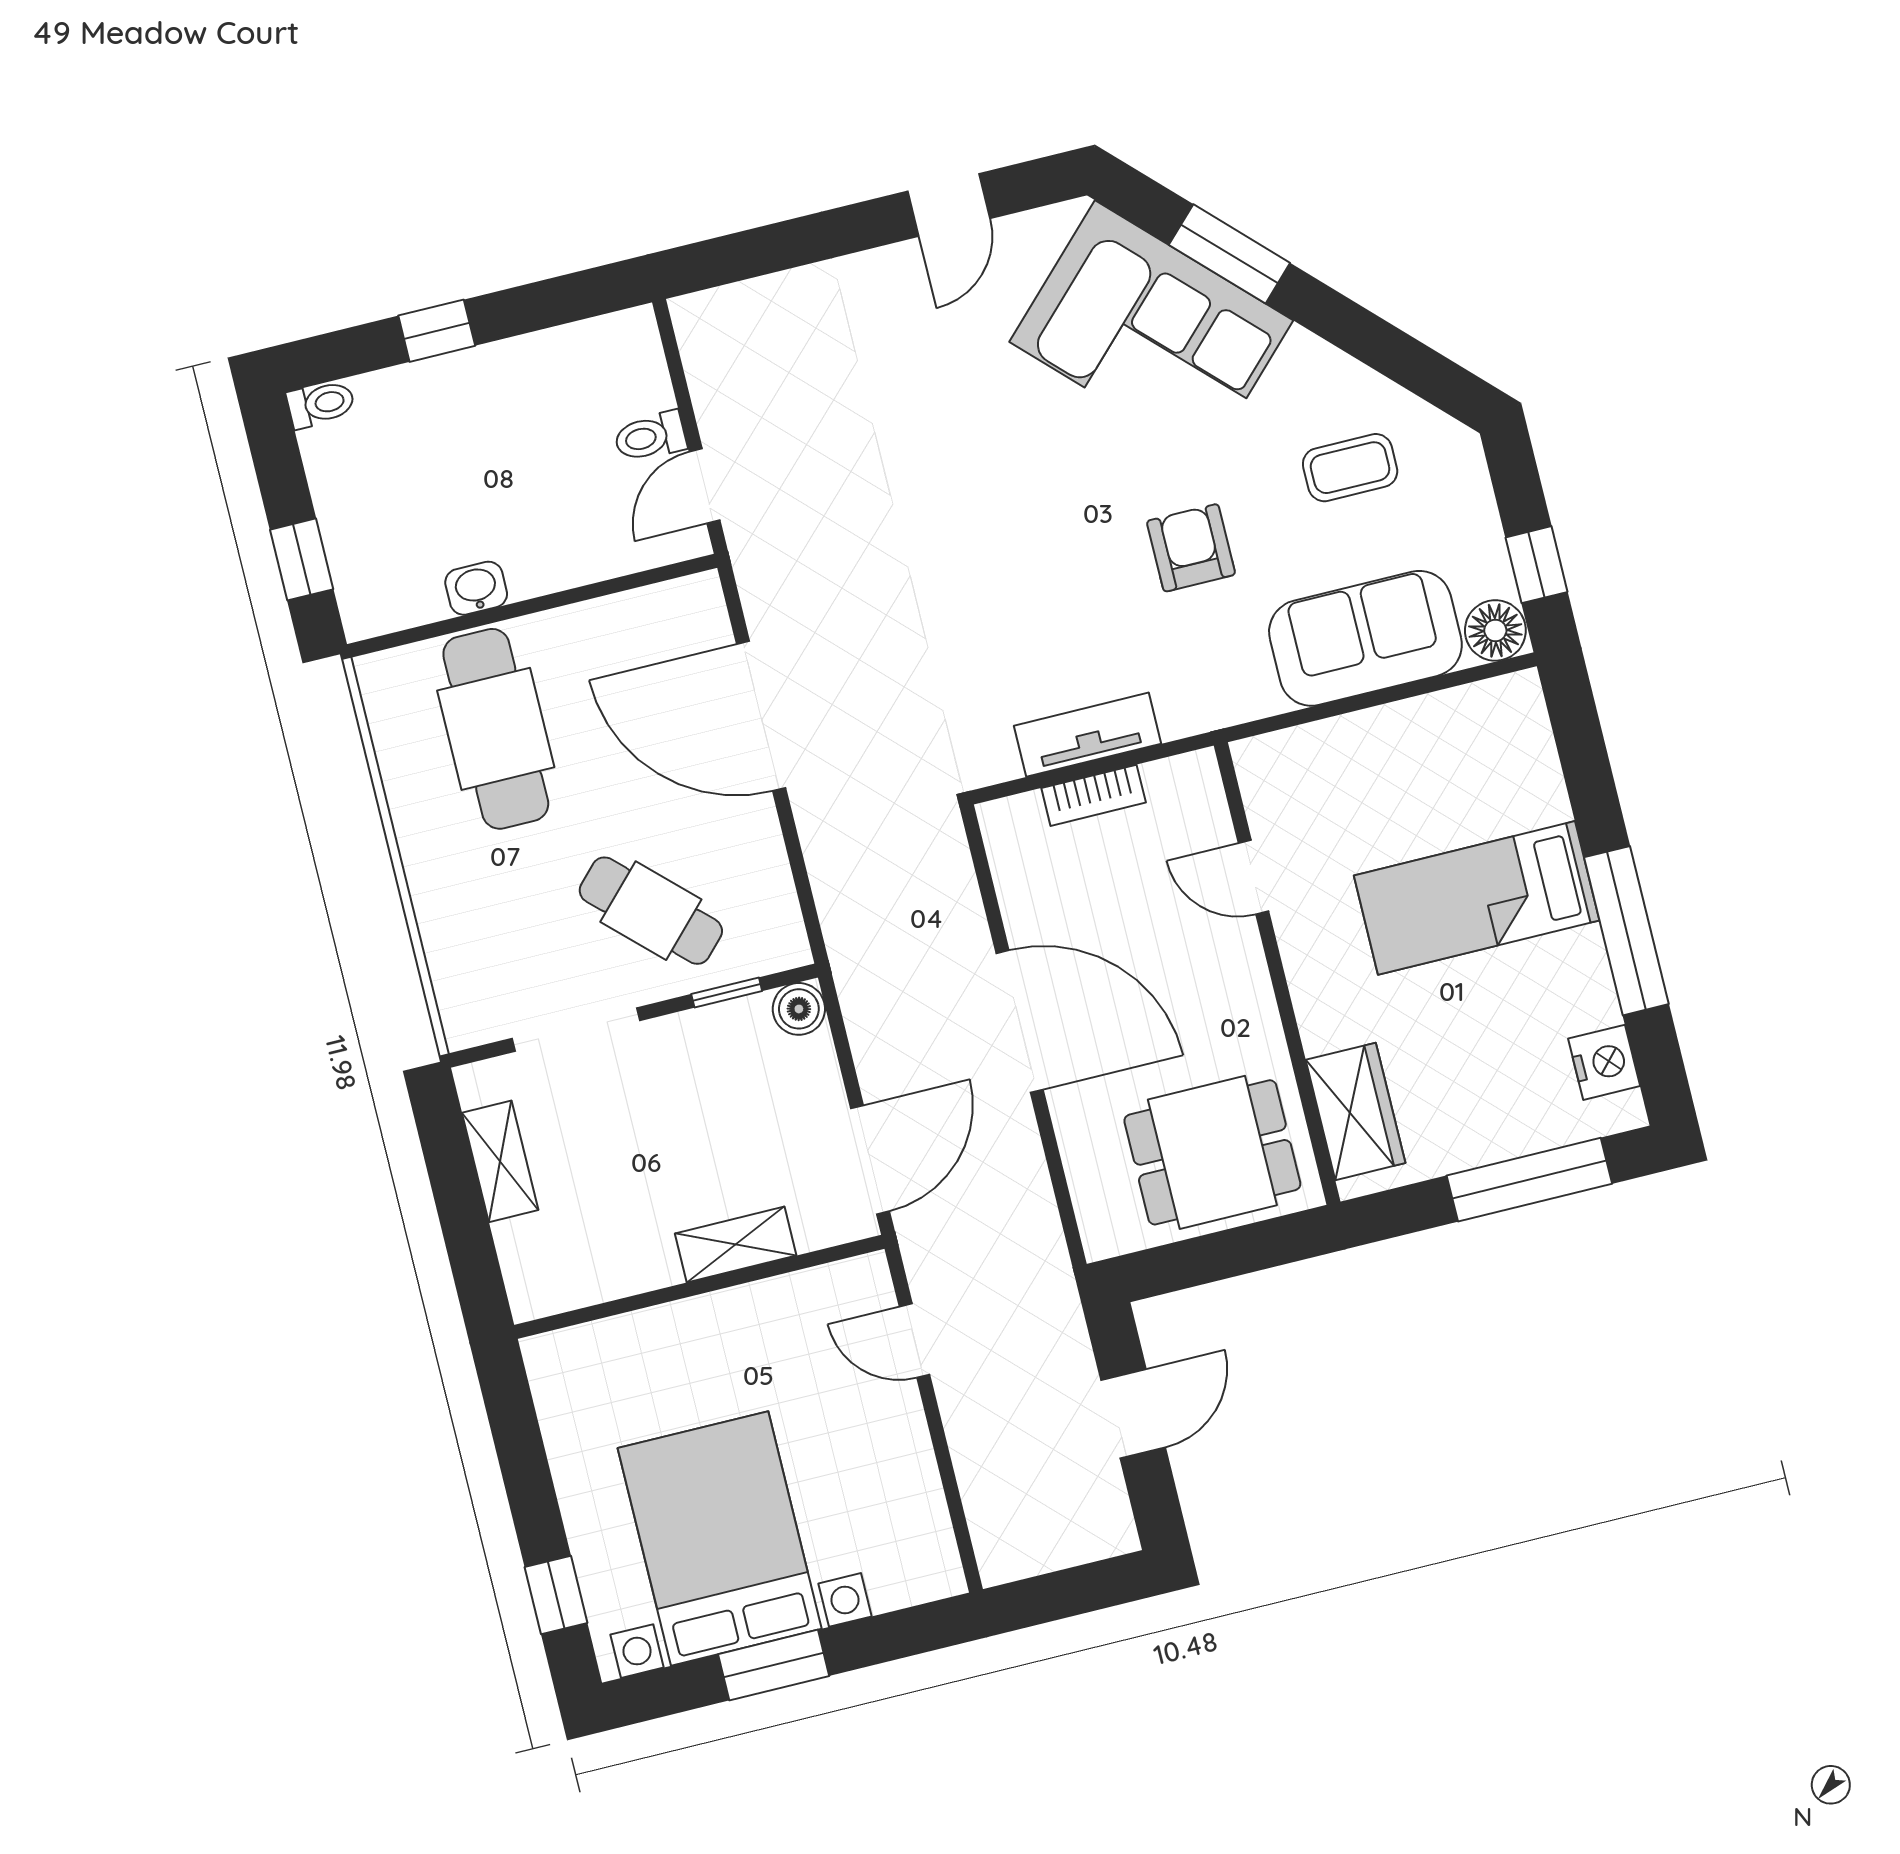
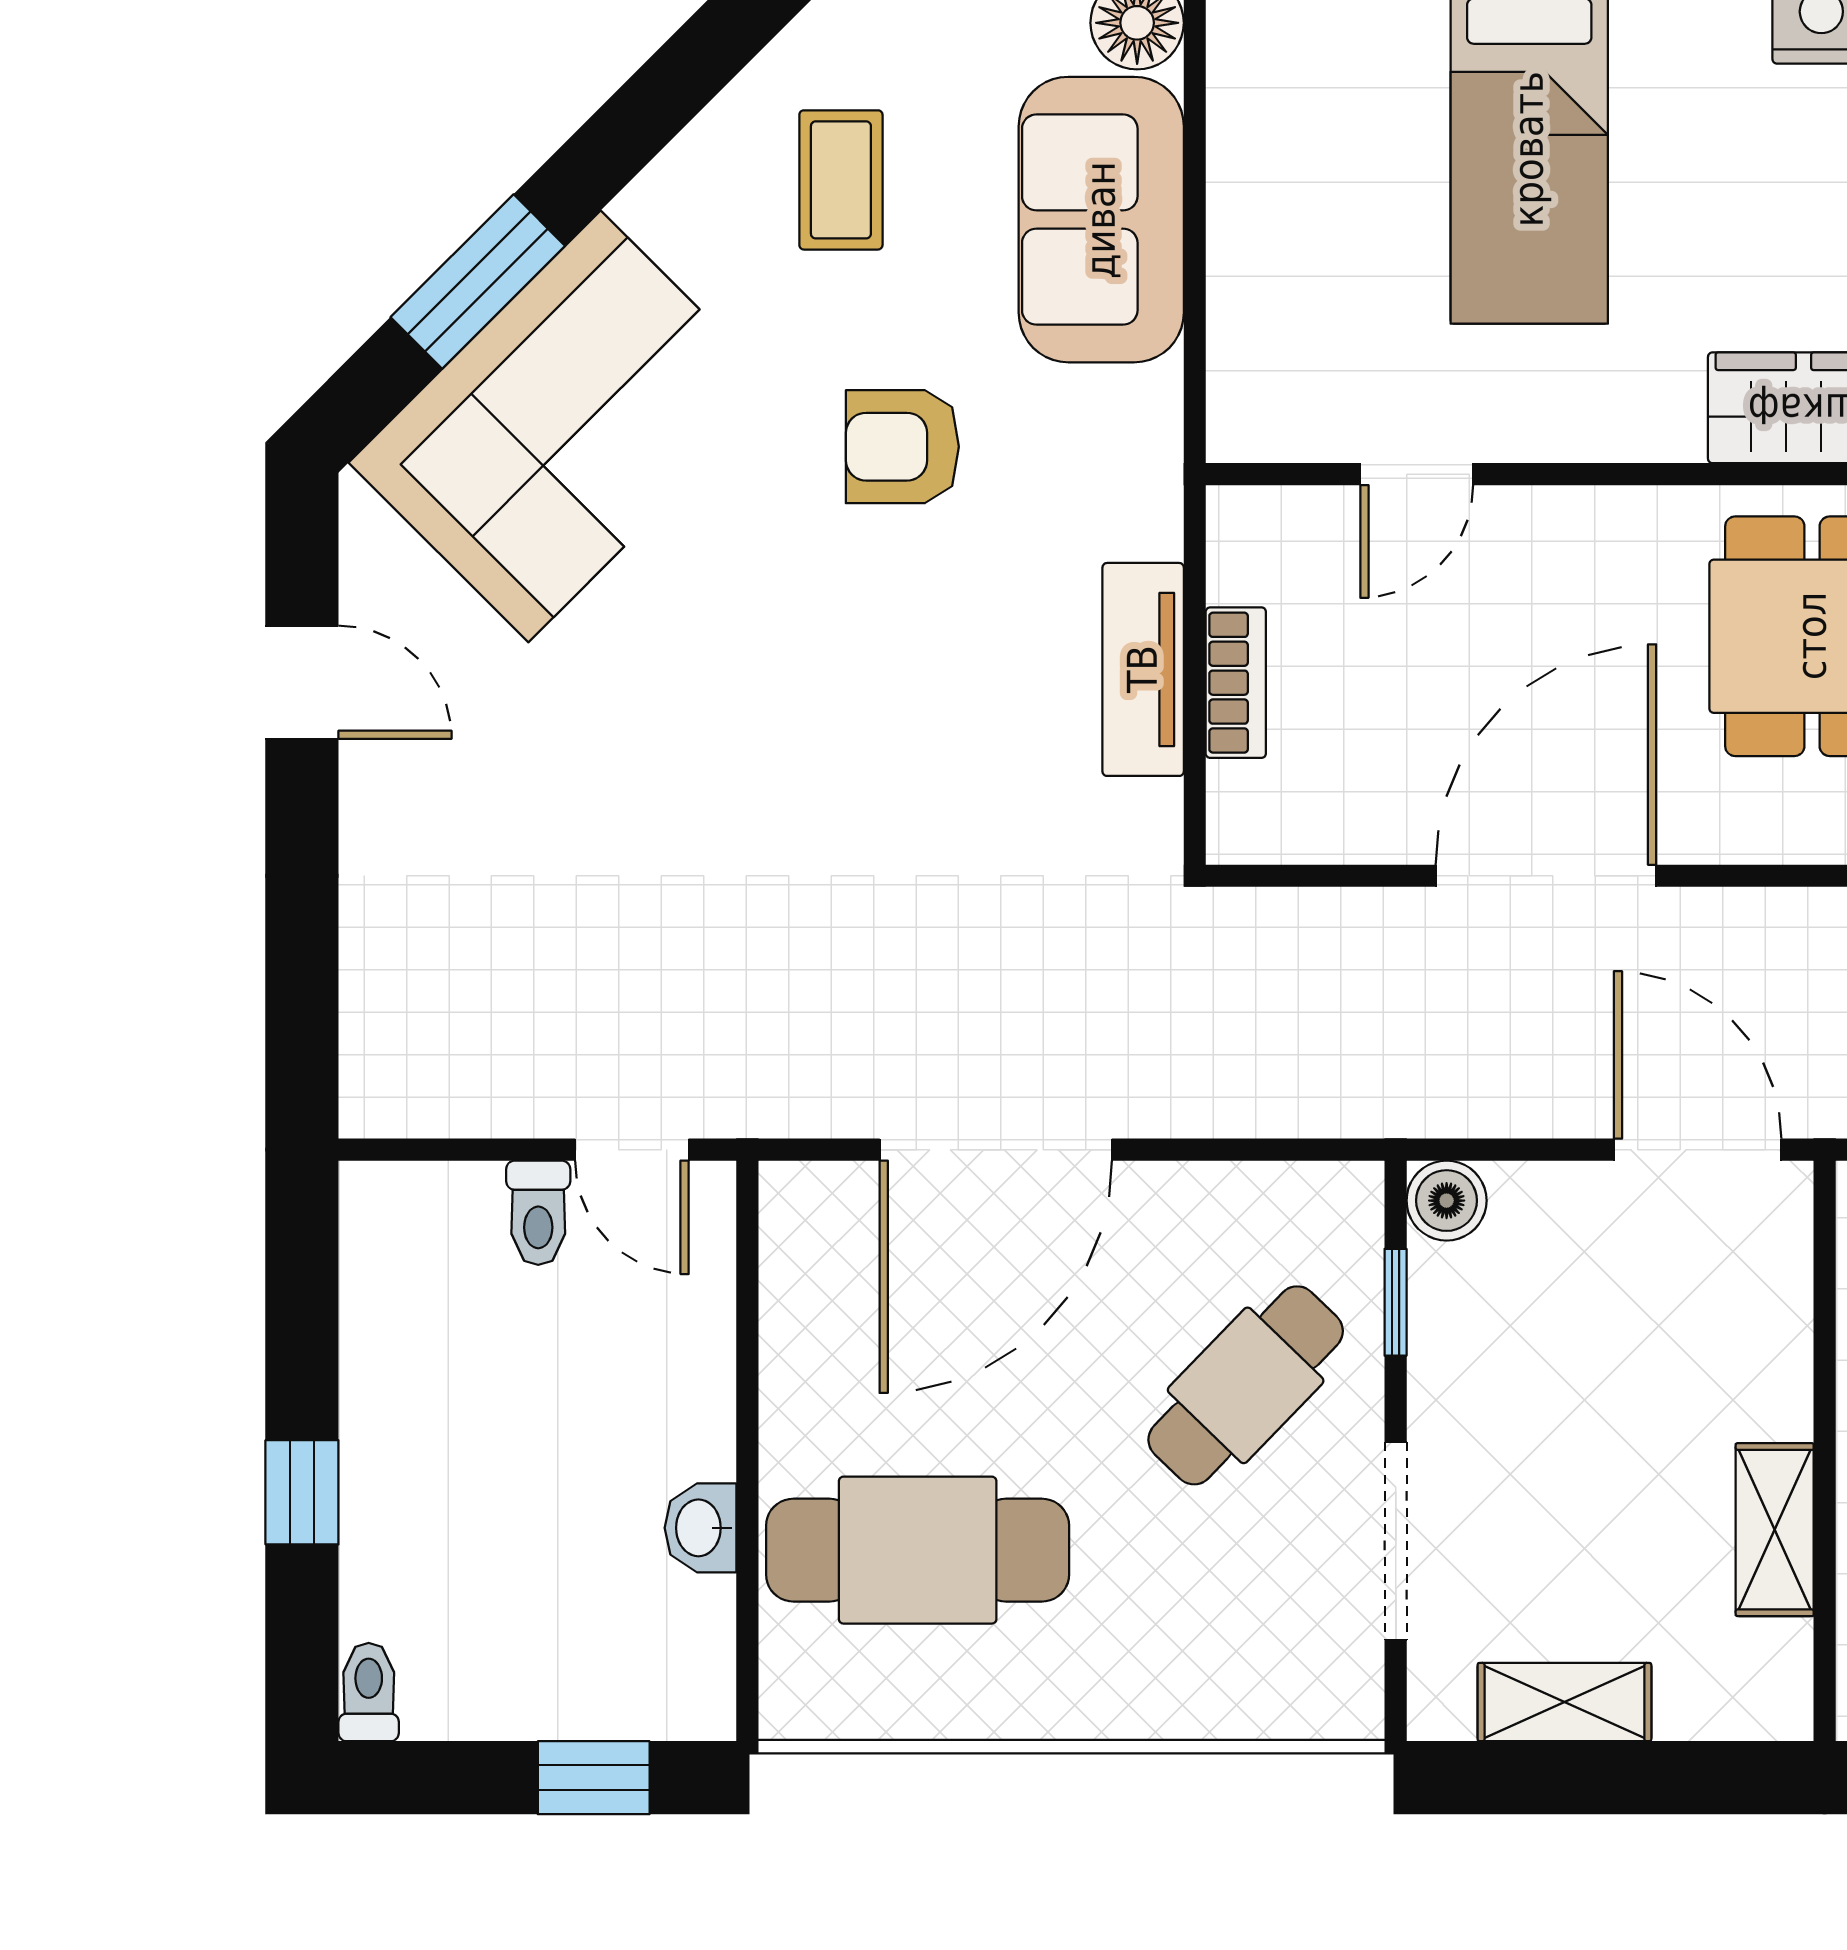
shelving: (736, 1244) -> (1775, 1530), moved

